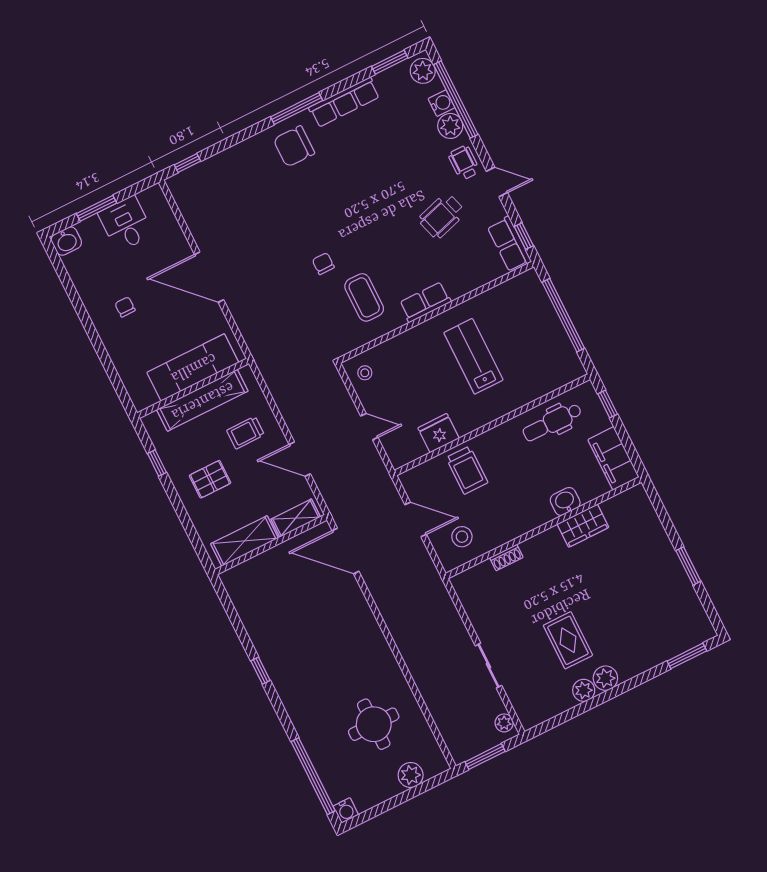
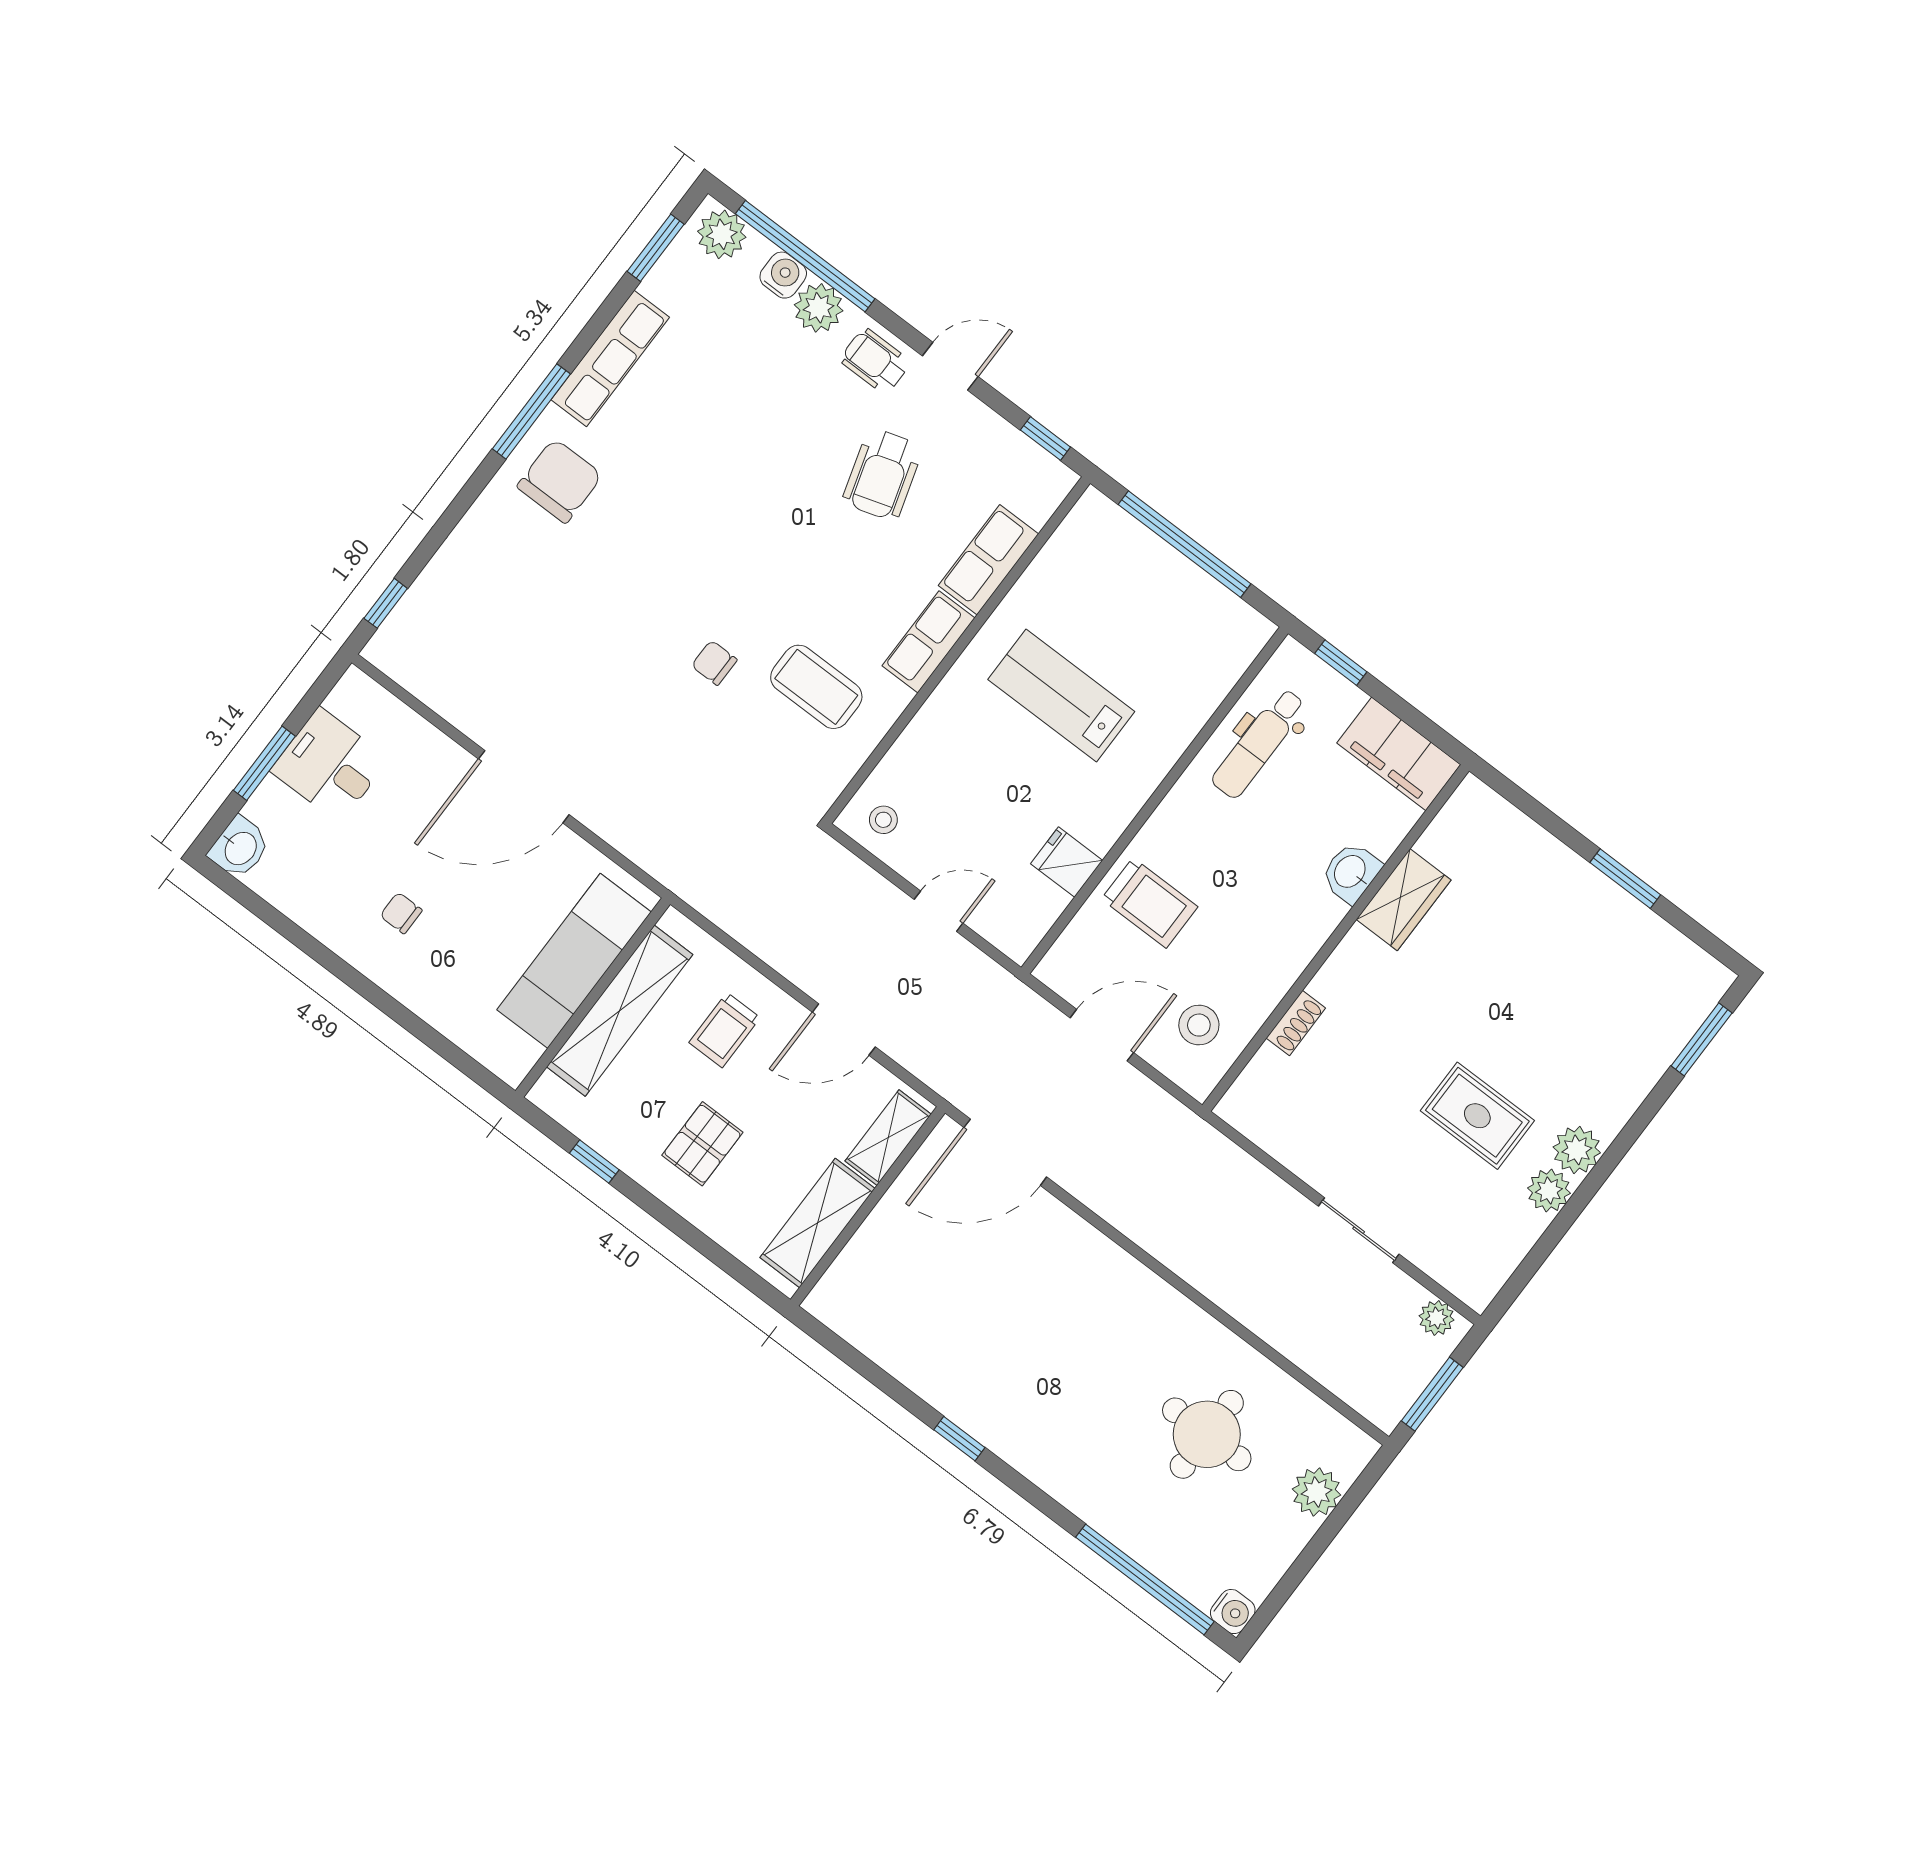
chair: (294, 146) -> (560, 481), turned 180
row of seats: (509, 244) -> (989, 560), moved, turned 90
fridge: (438, 433) -> (1067, 862), width x0.72

